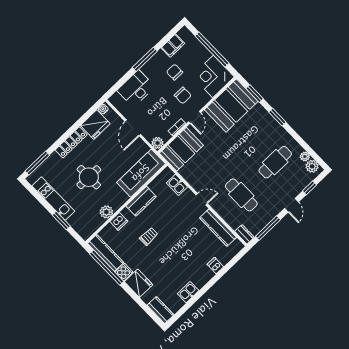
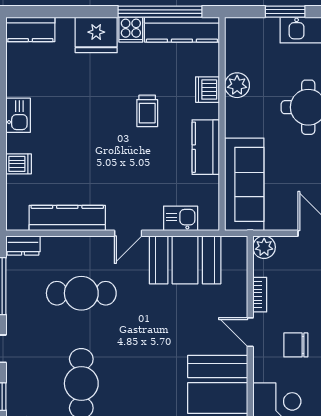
booth: (181, 149) -> (185, 260), moved, turned 90
kitchen sink: (188, 292) -> (18, 115), moved

